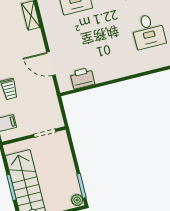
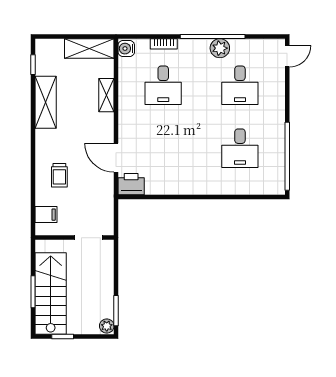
printer: (82, 78) -> (131, 184), moved

